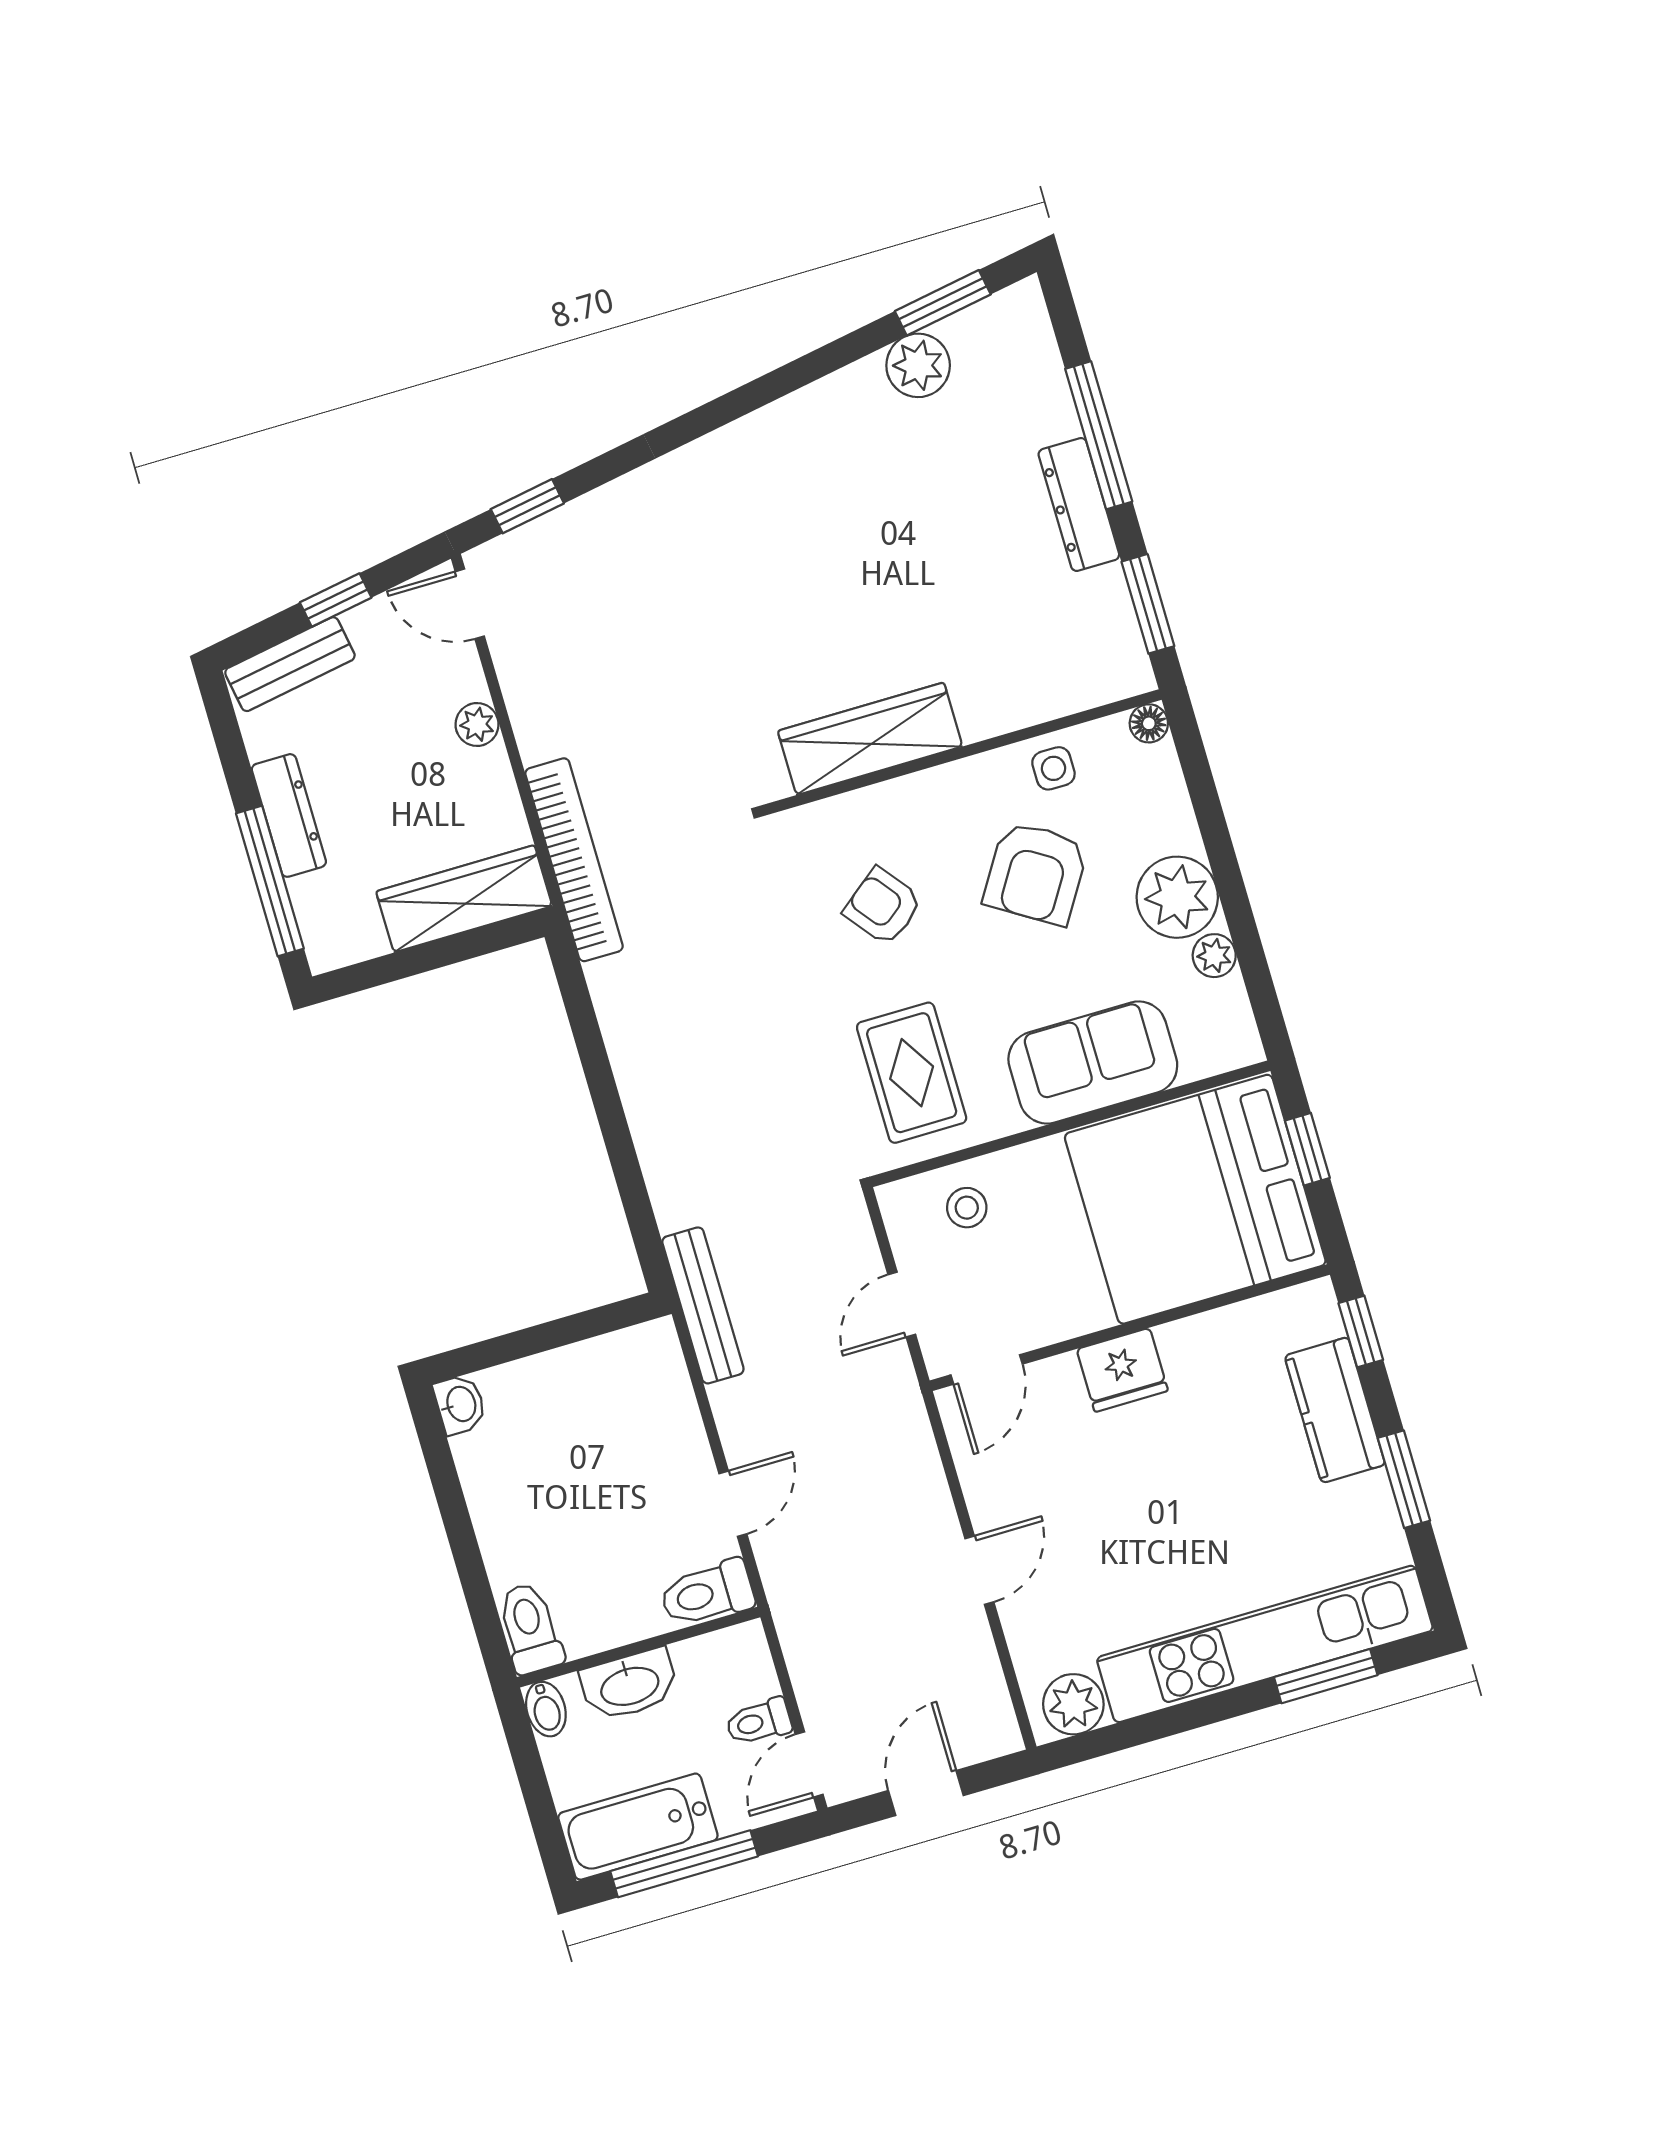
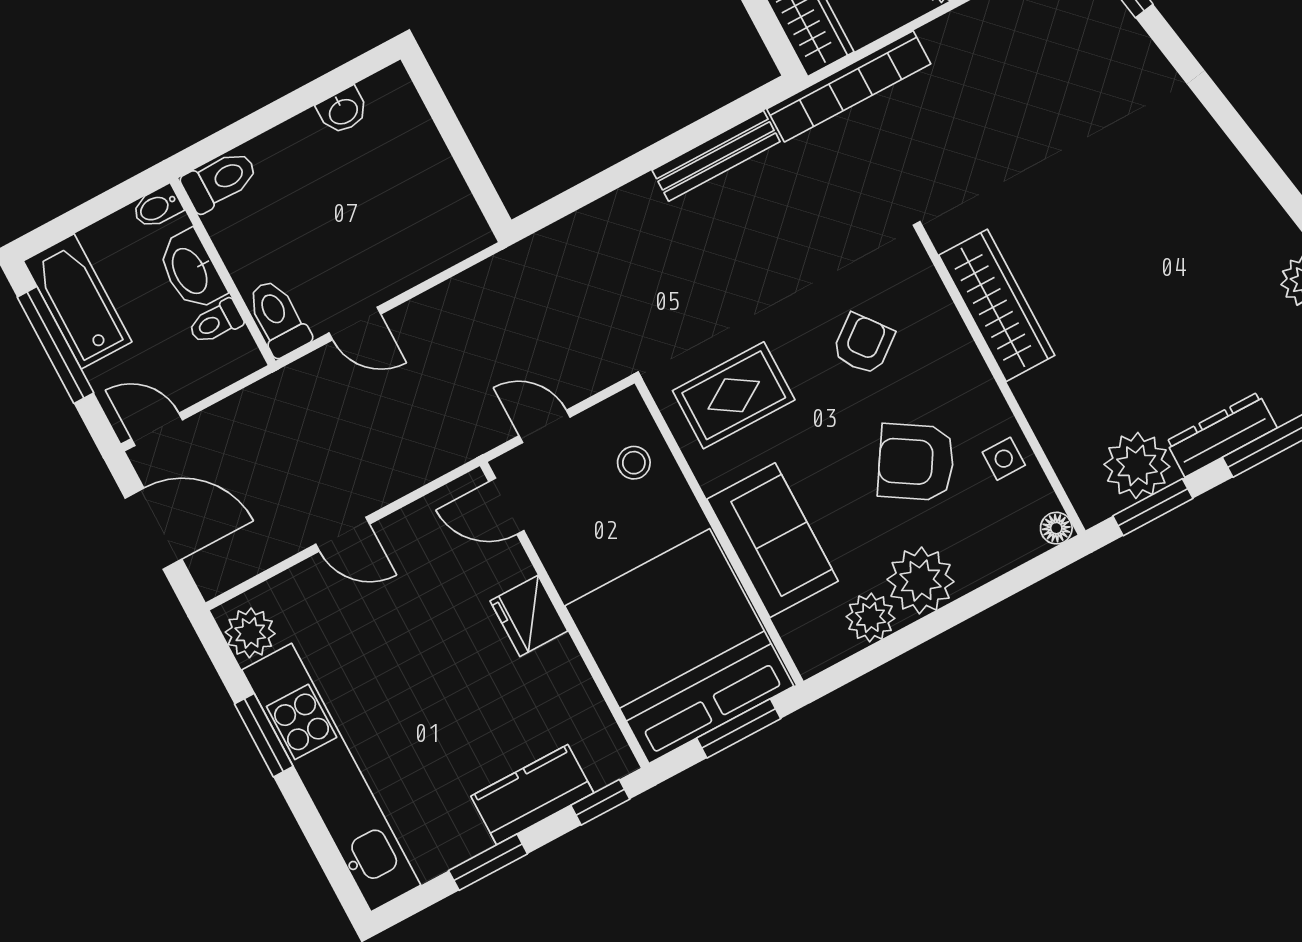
plant: (1095, 612) -> (1137, 465), added
plant: (1214, 956) -> (870, 618), width x1.38, depth x1.38
window: (1307, 1149) -> (739, 728), width x1.50
bench: (703, 1305) -> (716, 156), moved
washbasin: (460, 1404) -> (343, 111), moved
window: (1326, 1676) -> (264, 735), moved
toilet: (759, 1722) -> (216, 322), moved, turned -90
door: (926, 1793) -> (153, 529), width x1.37

